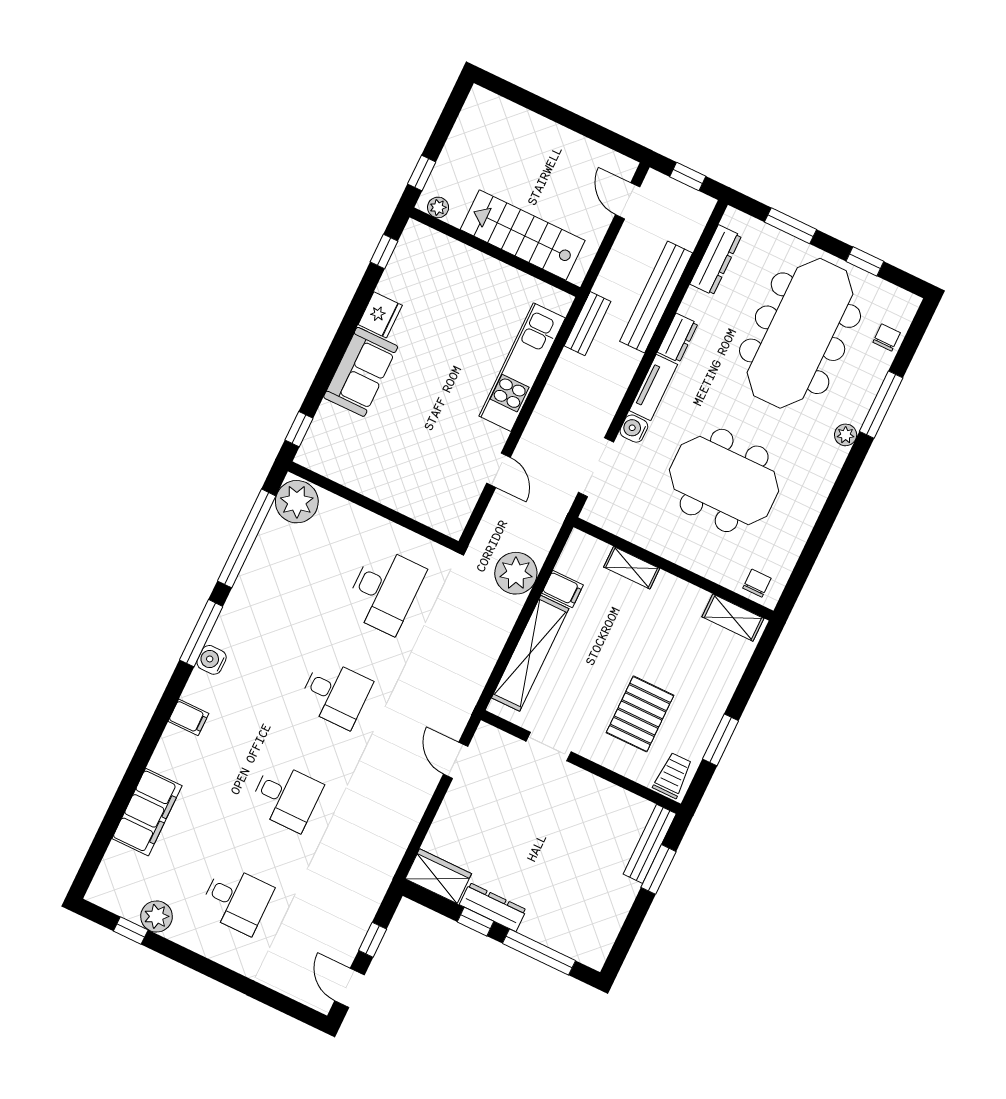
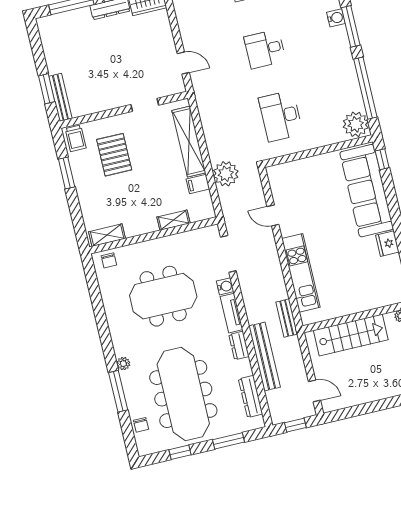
sofa: (361, 372) -> (367, 191), width x1.85, depth x1.27

